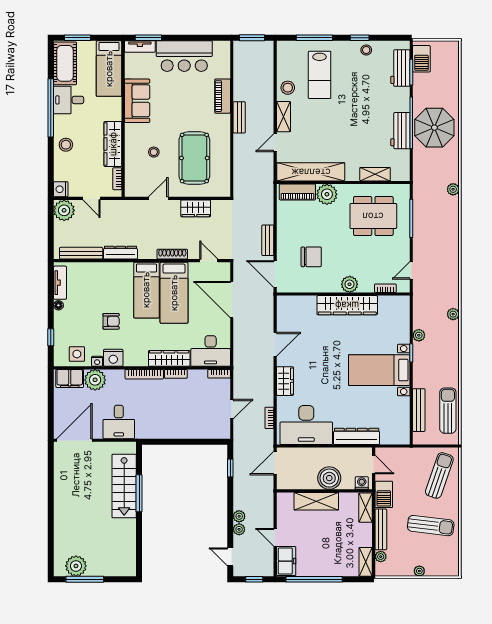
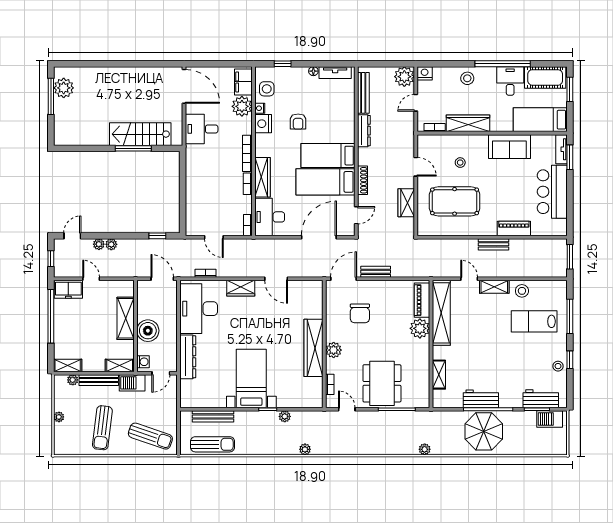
dining table: (373, 216) -> (382, 383), moved
door: (275, 537) -> (91, 279), hinge flipped

